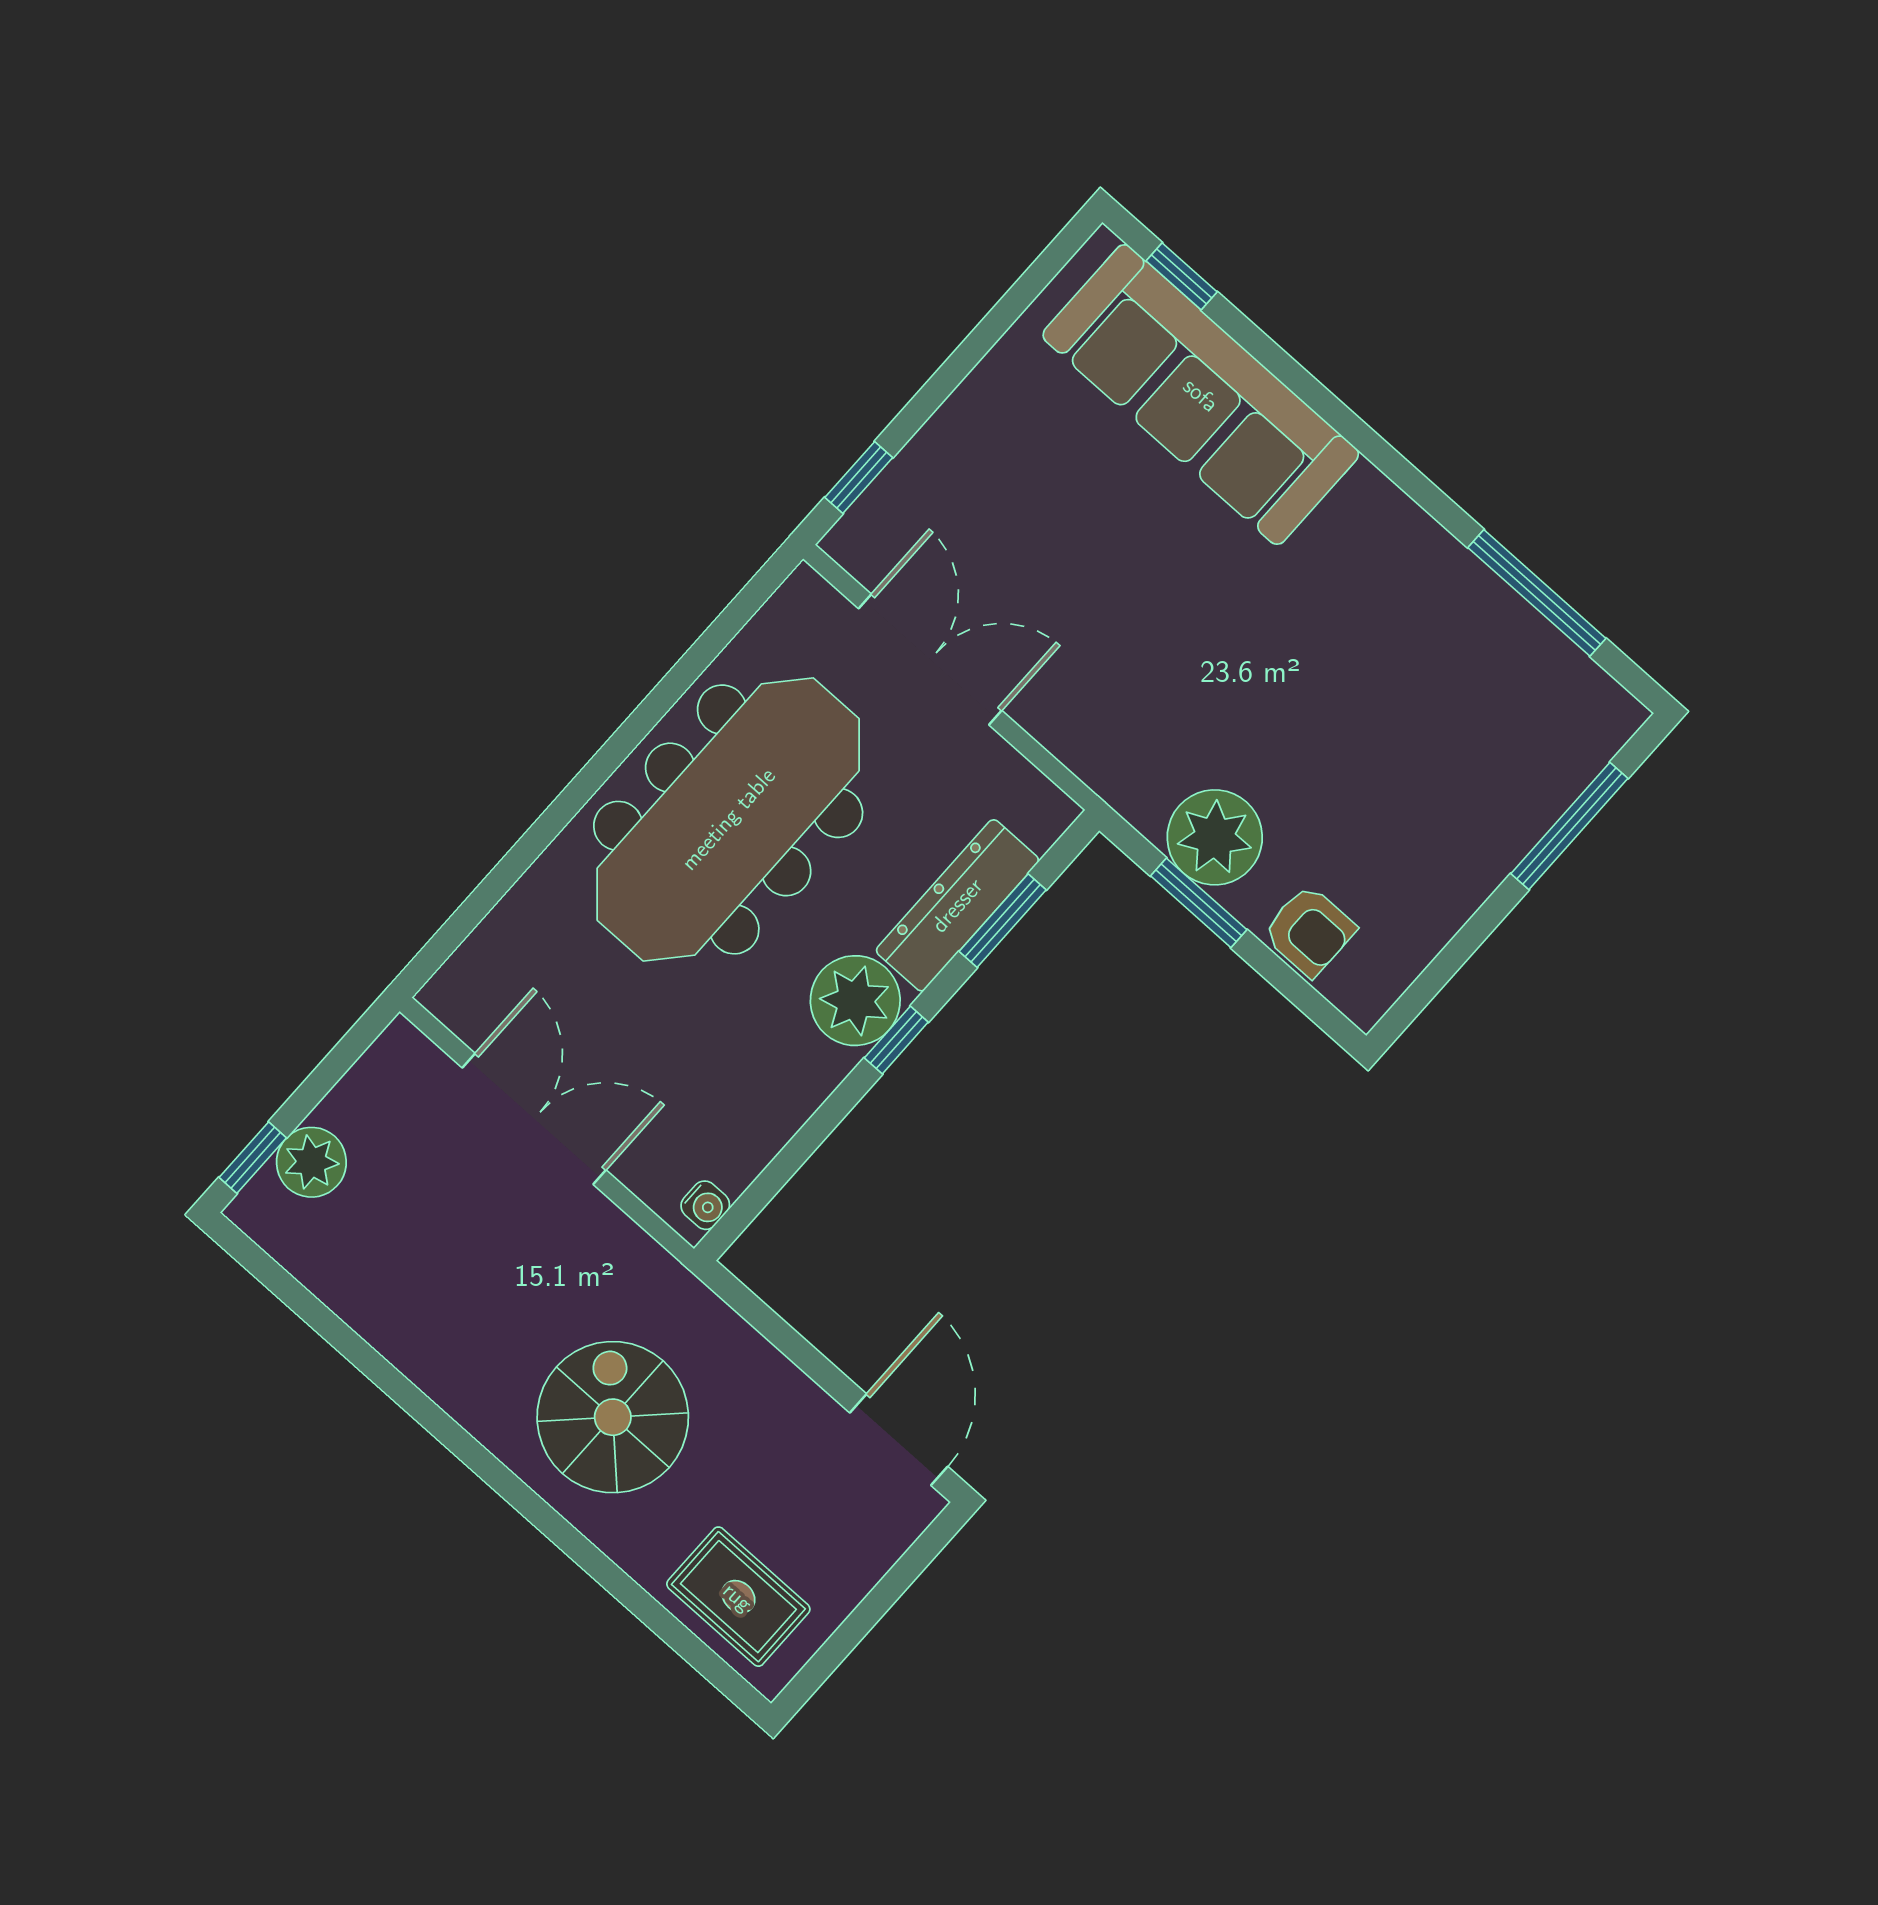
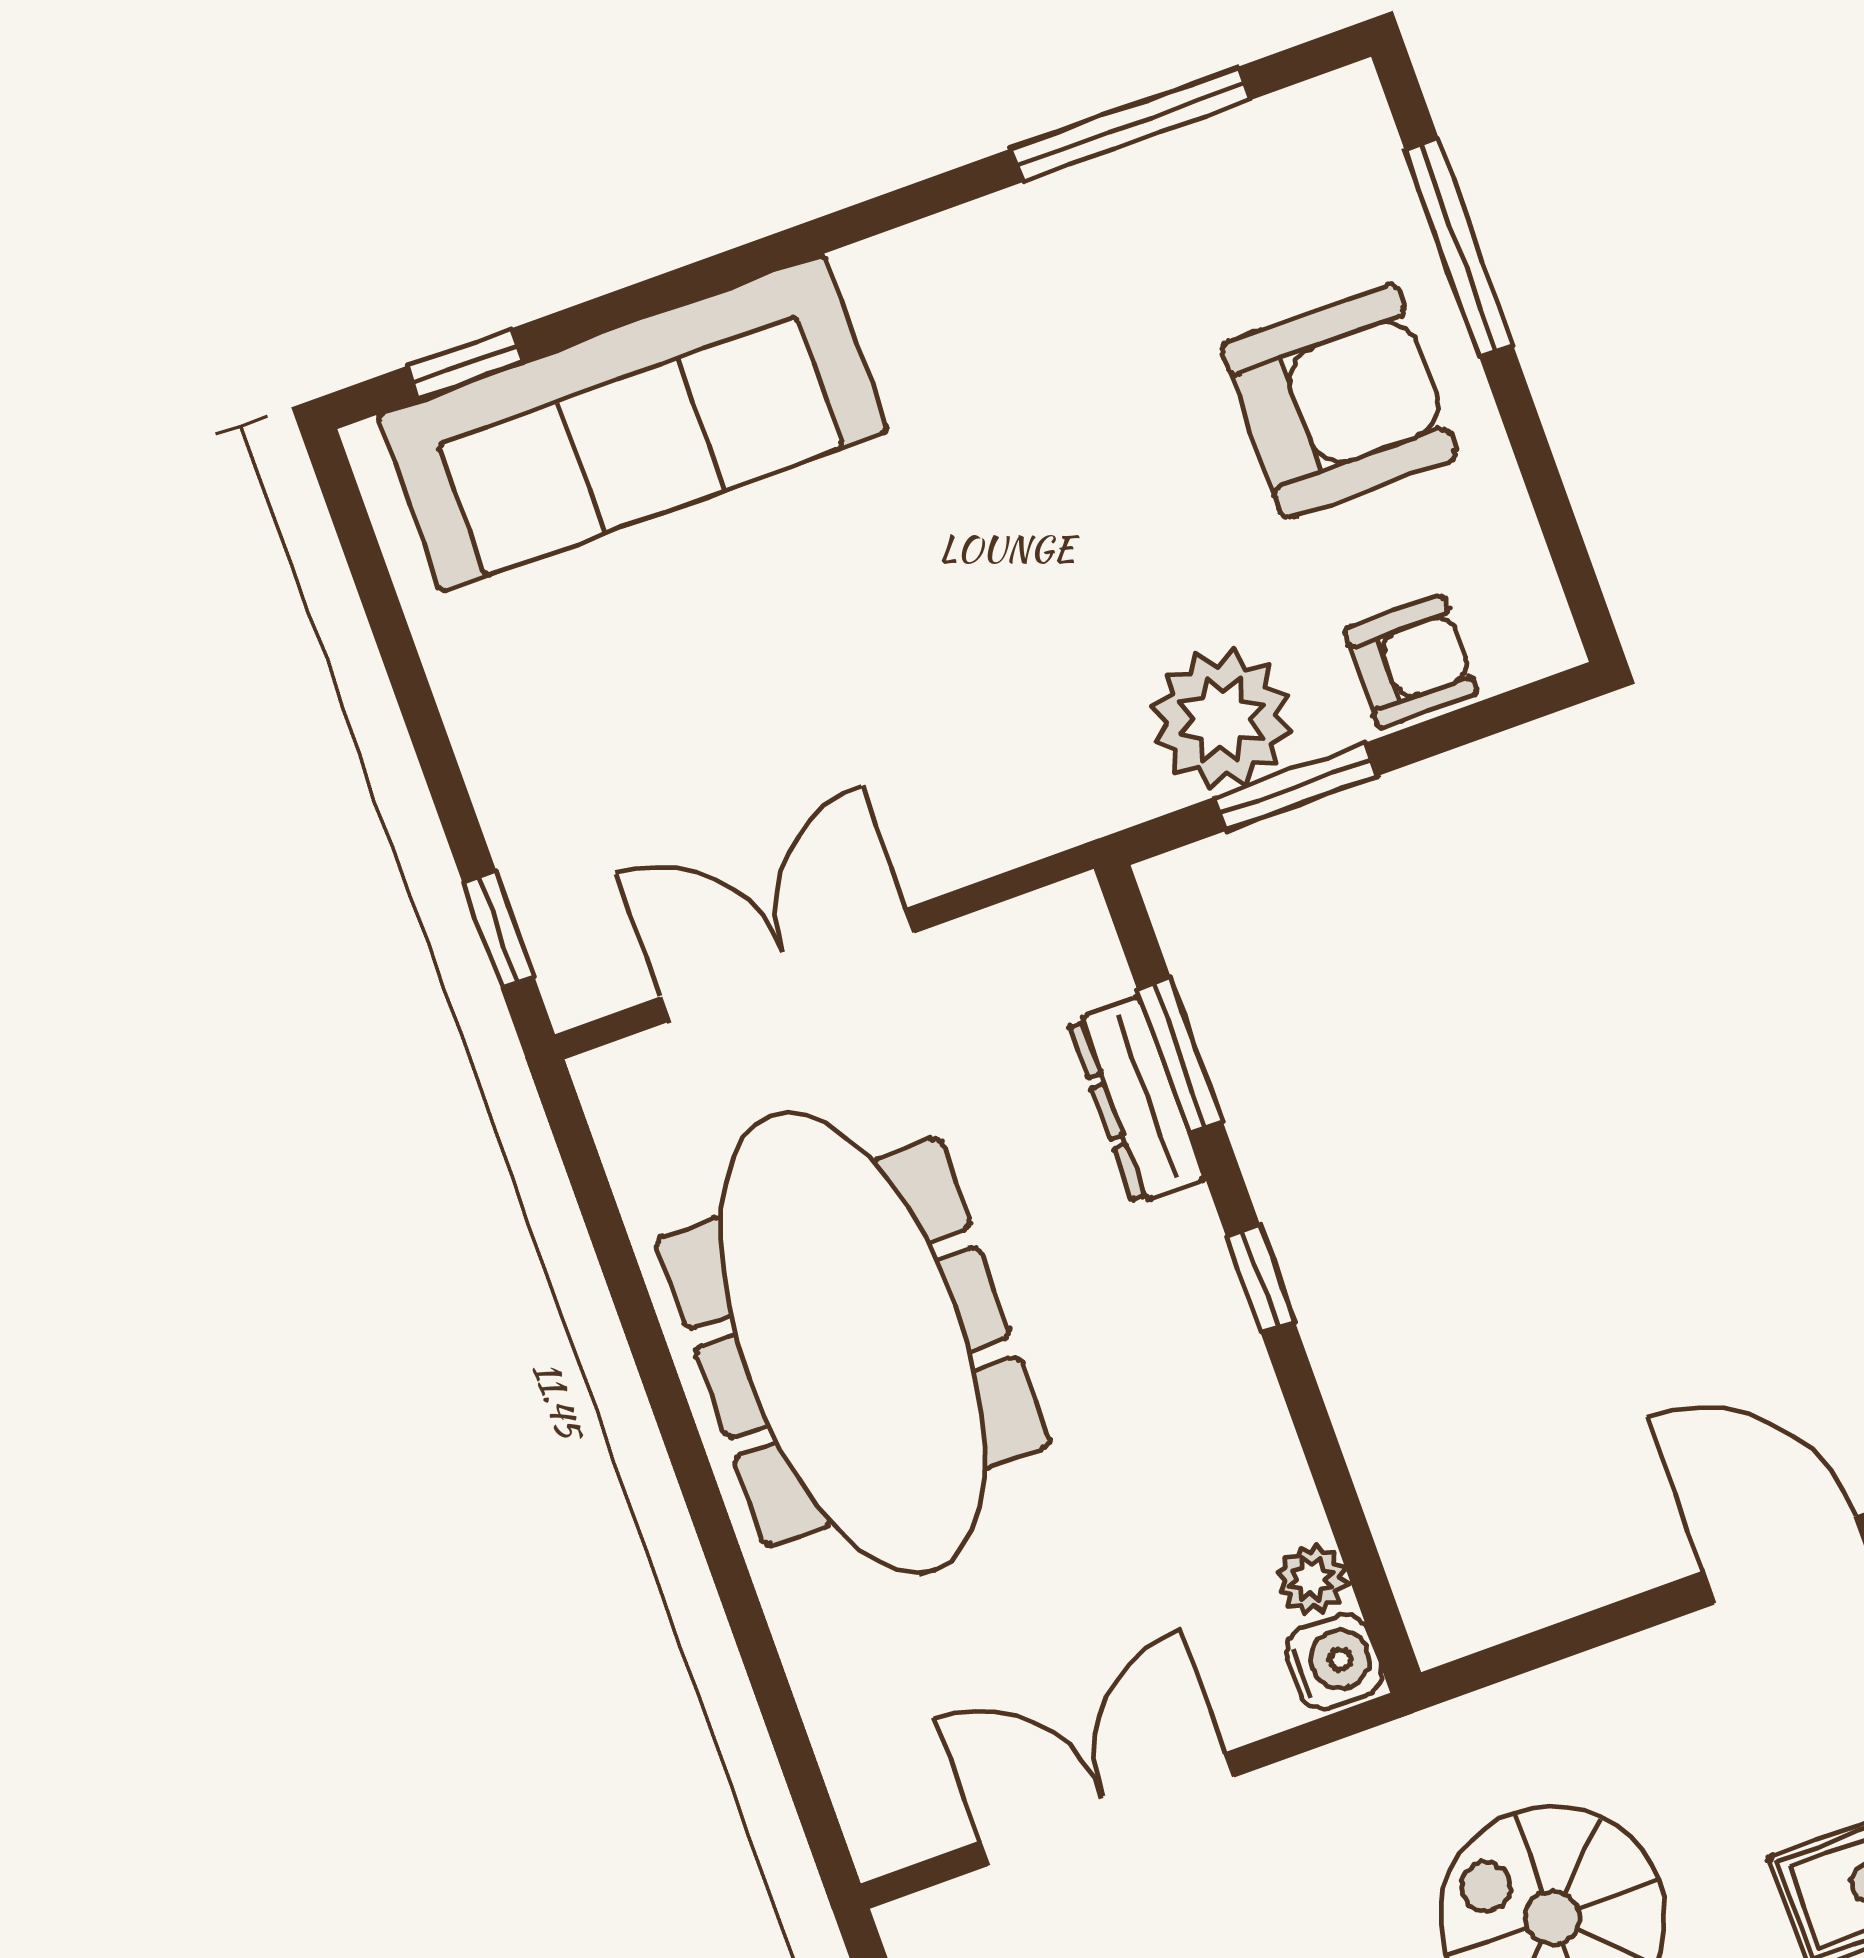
armchair: (1440, 805) -> (1339, 401), added
dresser: (957, 905) -> (1137, 1101), width x0.73, depth x0.80
plant: (855, 1001) -> (1312, 1579), moved, width x0.53, depth x0.53
water cooler: (705, 1205) -> (1334, 1662), width x1.38, depth x1.38

